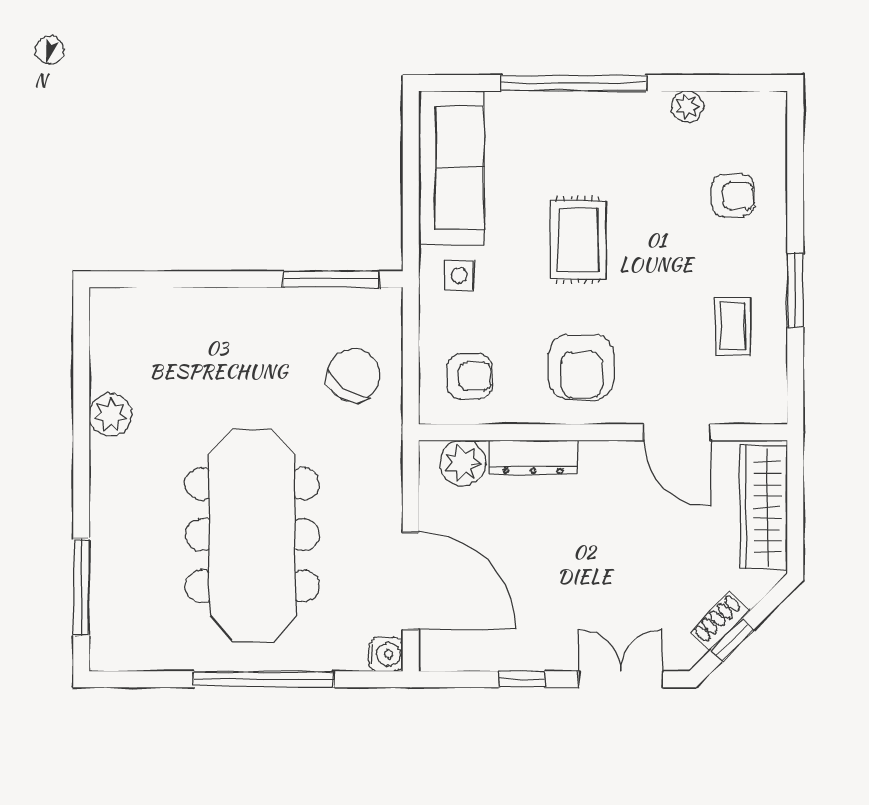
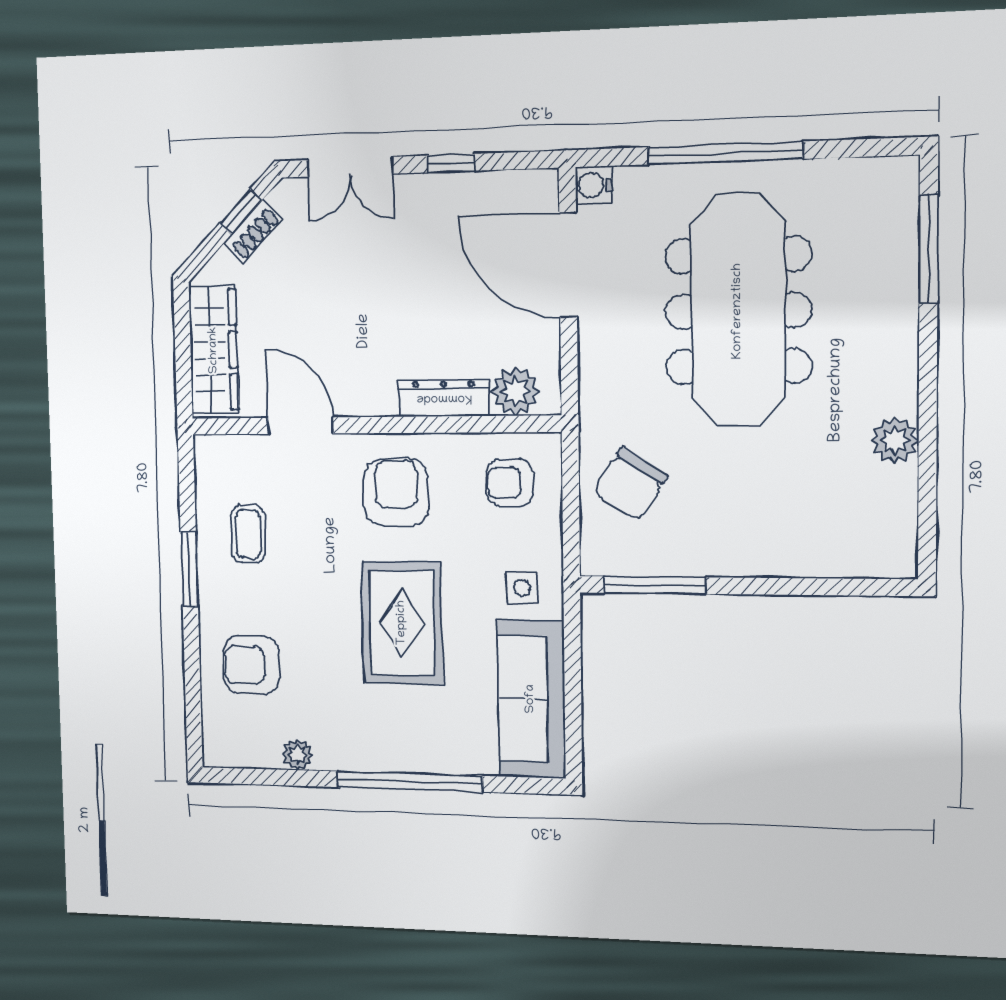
armchair: (733, 196) -> (251, 665), width x1.38, depth x1.38
rug: (578, 240) -> (402, 623), width x1.36, depth x1.43

